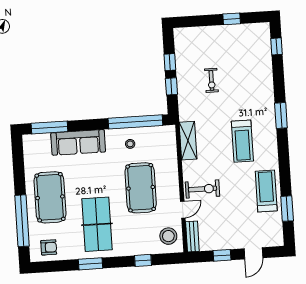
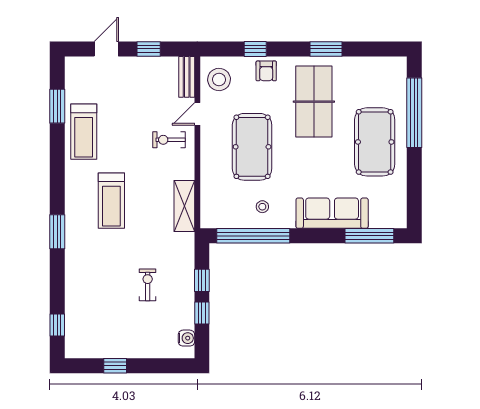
water cooler: (180, 43) -> (186, 338), added
treadmill: (242, 141) -> (111, 201), turned 180
exercise bike: (203, 189) -> (169, 140), width x0.73, depth x0.72
armchair: (49, 247) -> (266, 71), moved, turned -90

